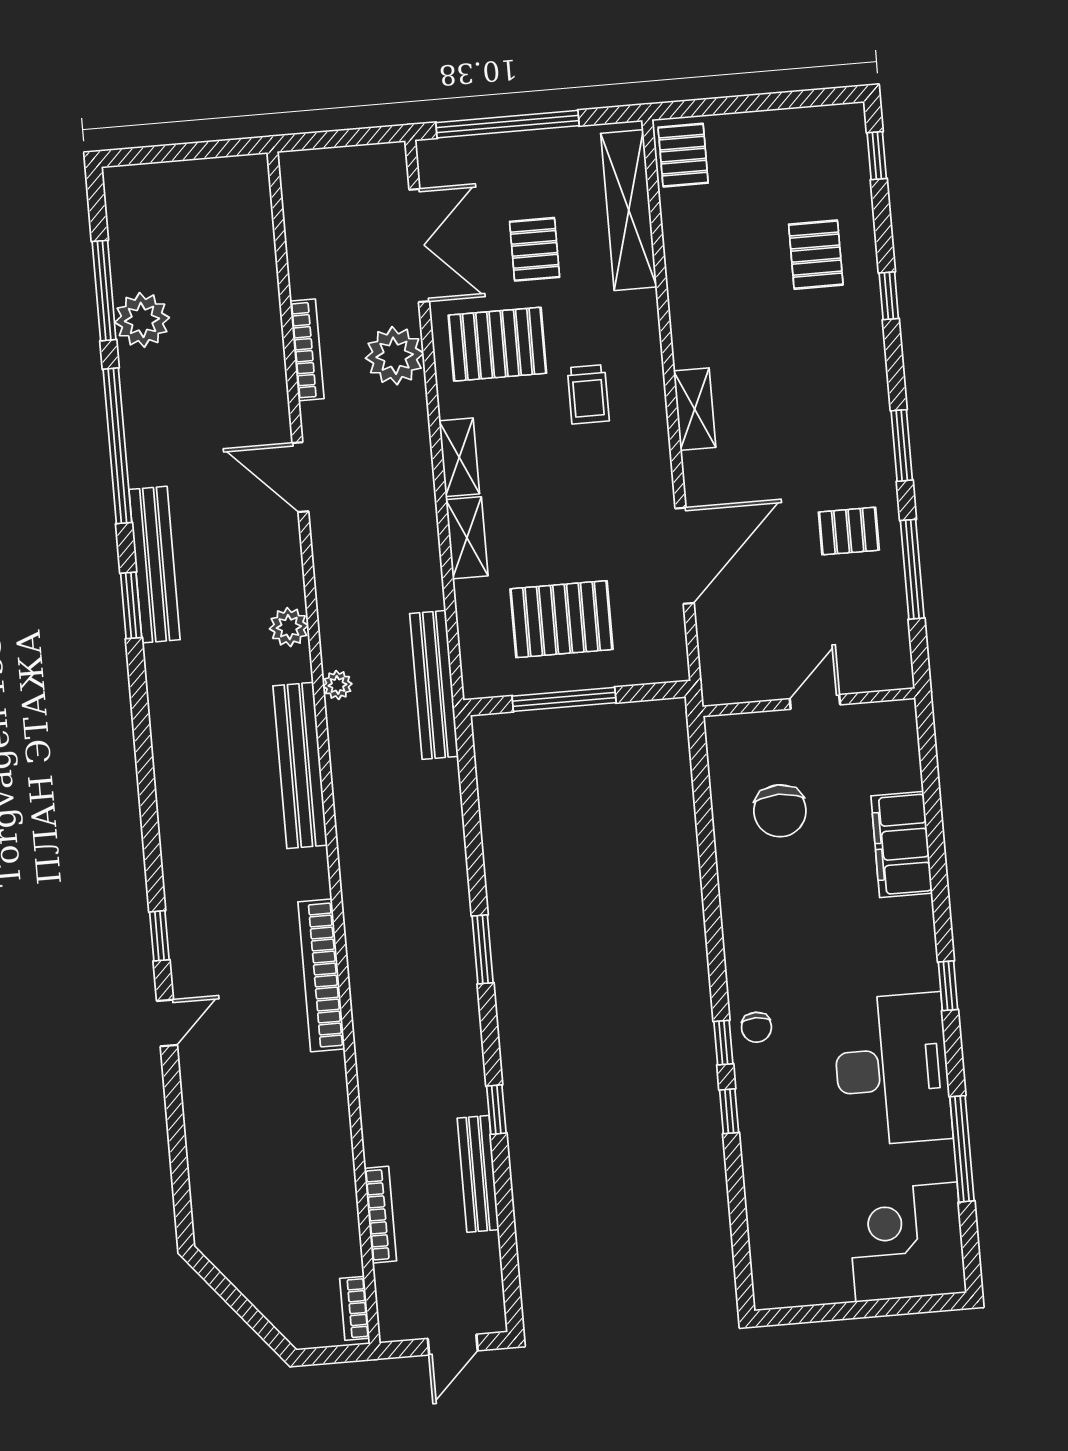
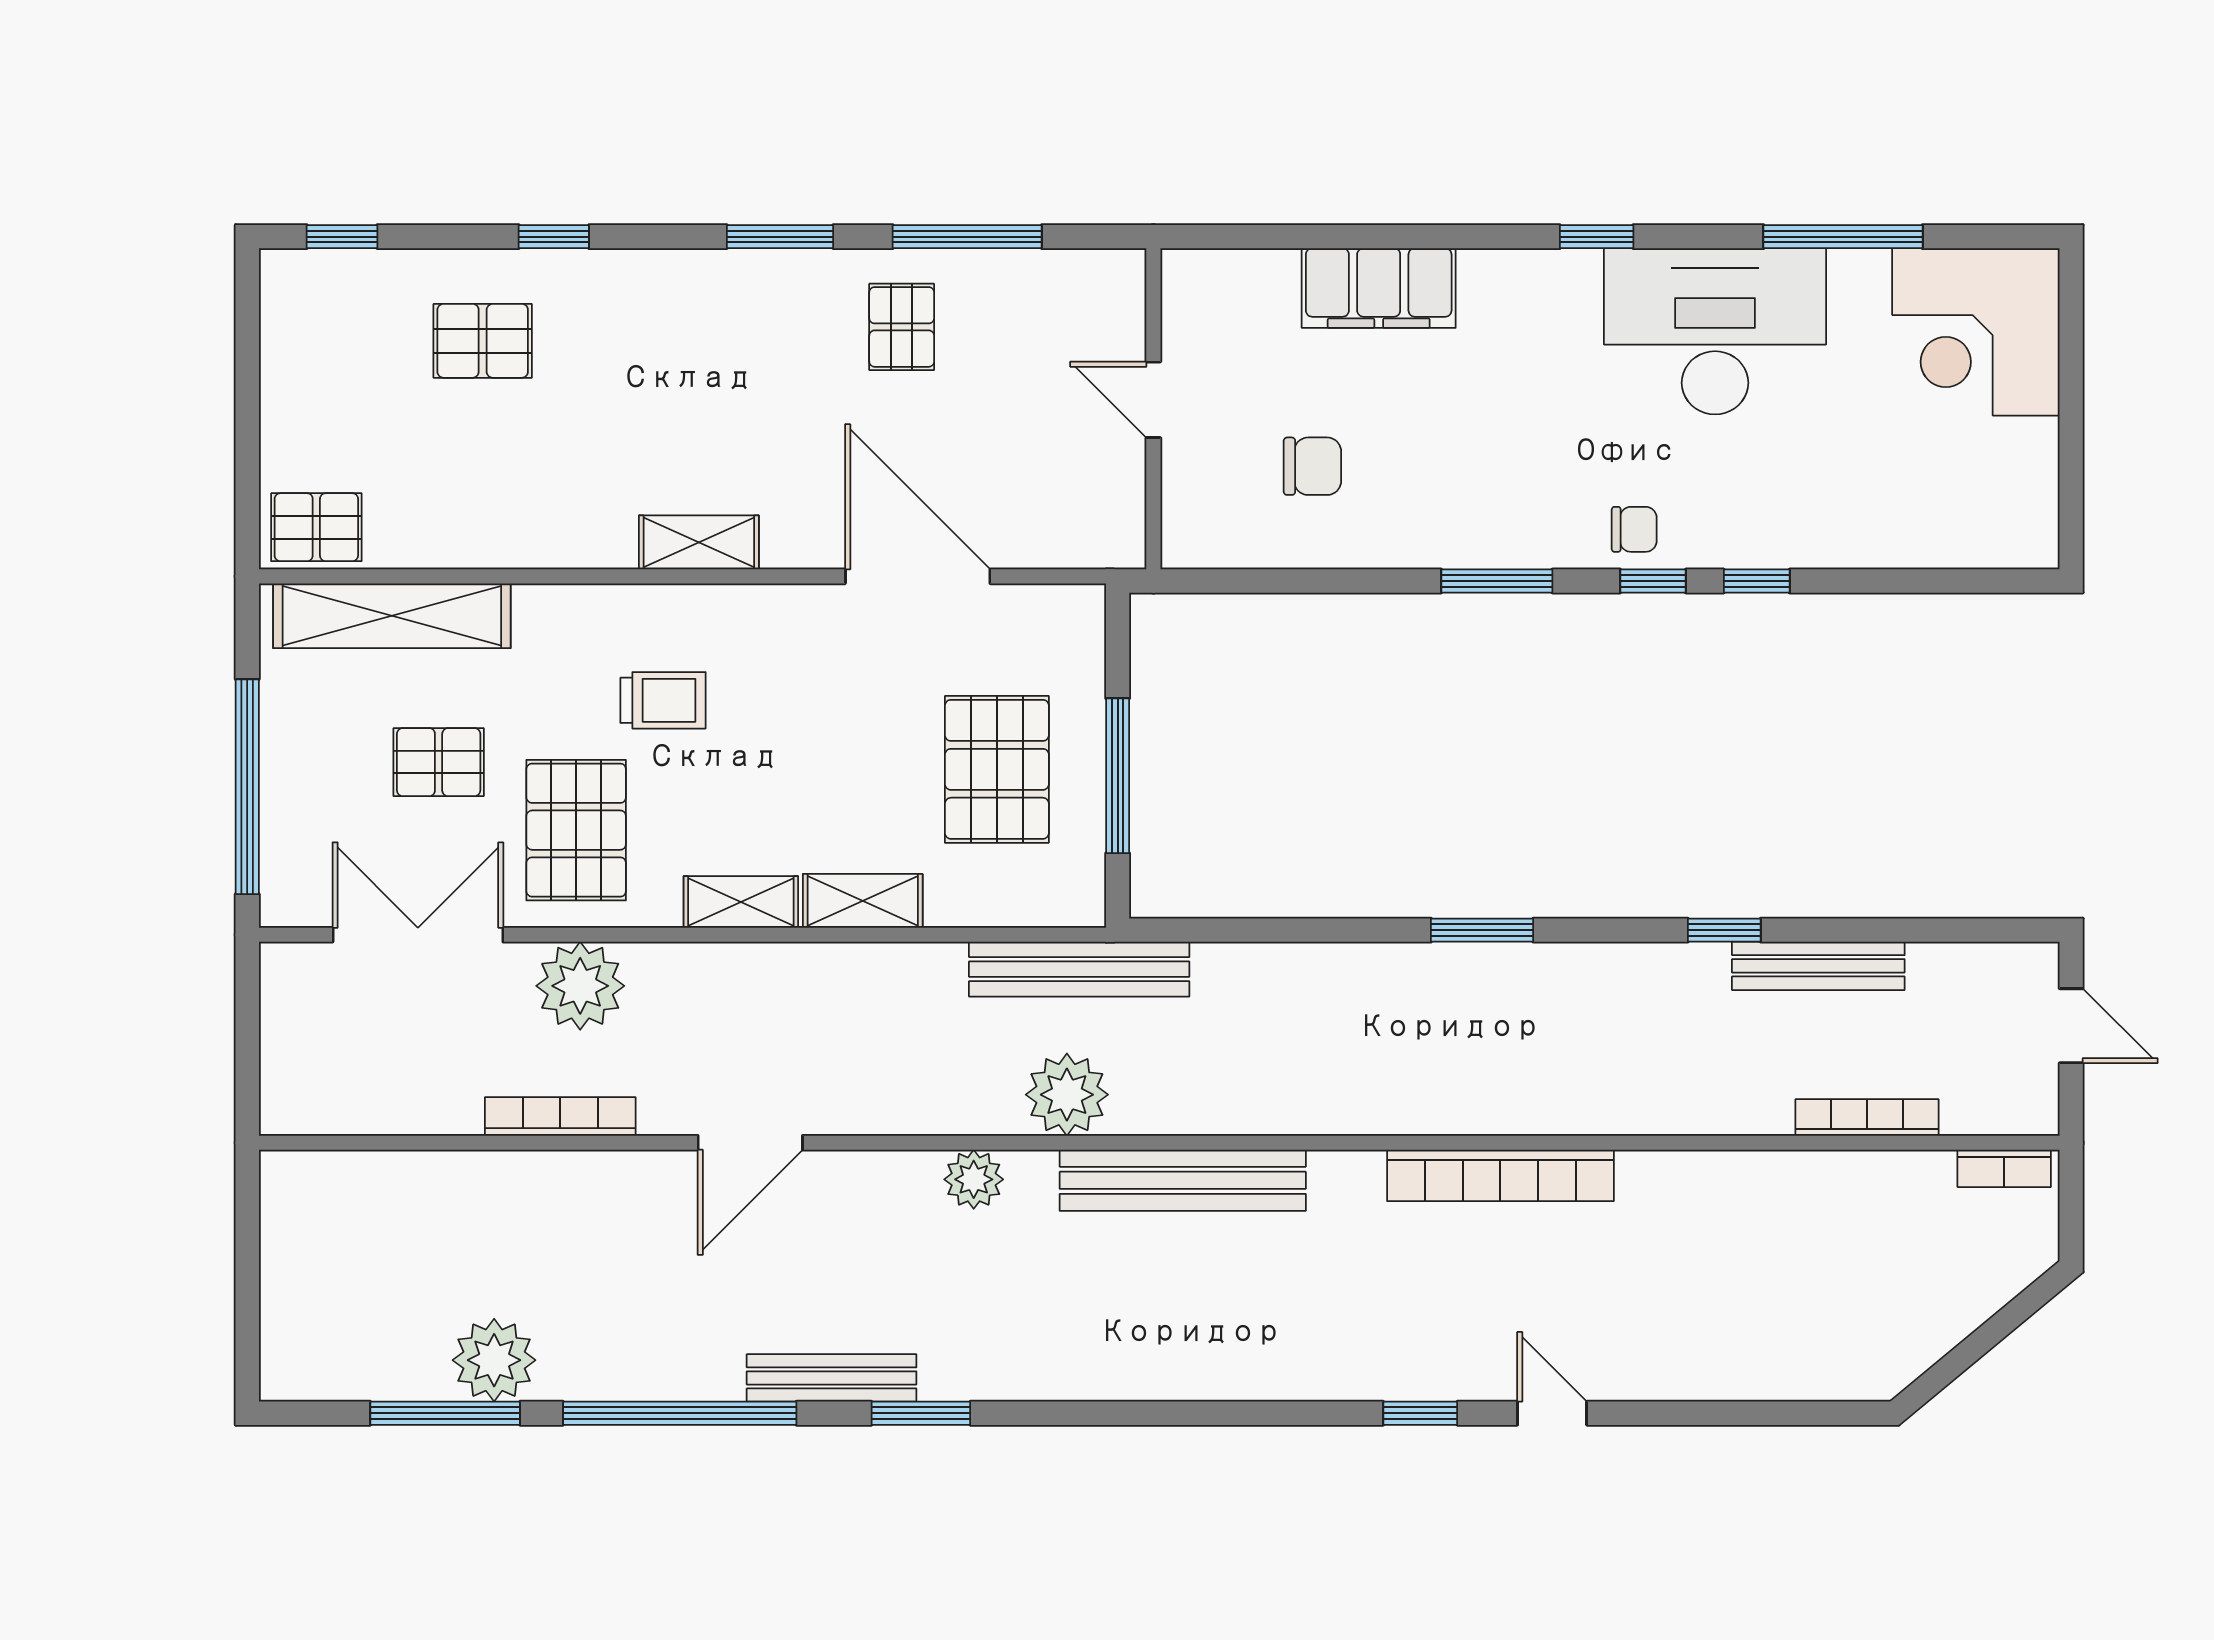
bench: (155, 565) -> (832, 1378), width x0.73, depth x0.82
plant: (337, 685) -> (1067, 1095), width x1.88, depth x1.88
chair: (780, 811) -> (1312, 466), width x0.73, depth x0.73
window: (714, 939) -> (1497, 581), added

